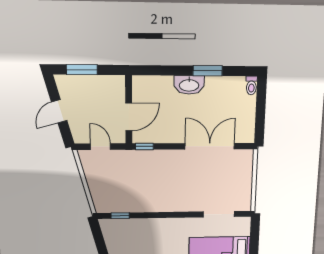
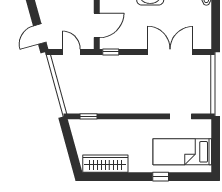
door: (59, 111) -> (40, 34), moved
doorway: (219, 214) -> (181, 116), width x0.73

